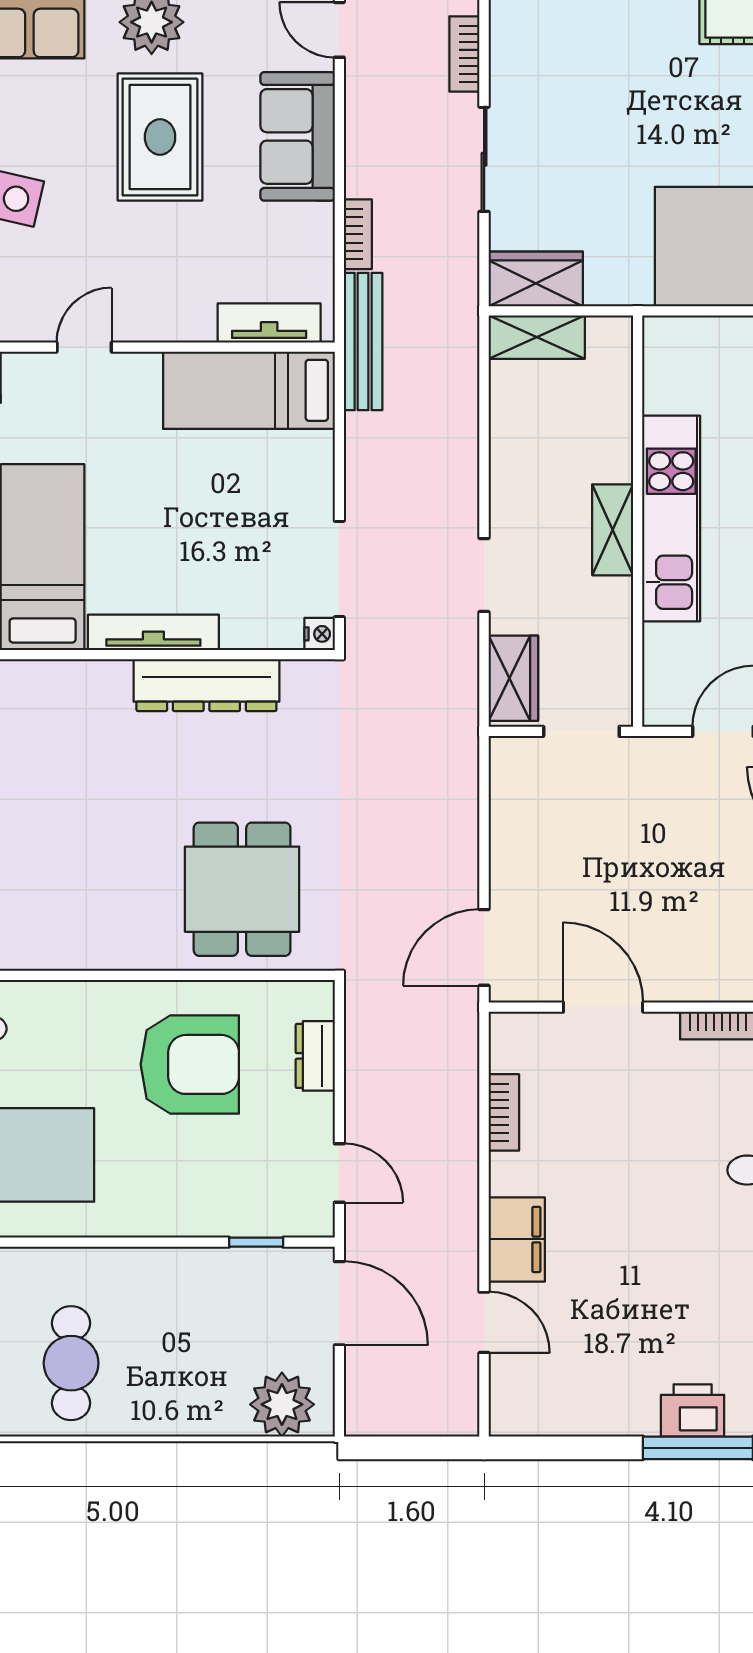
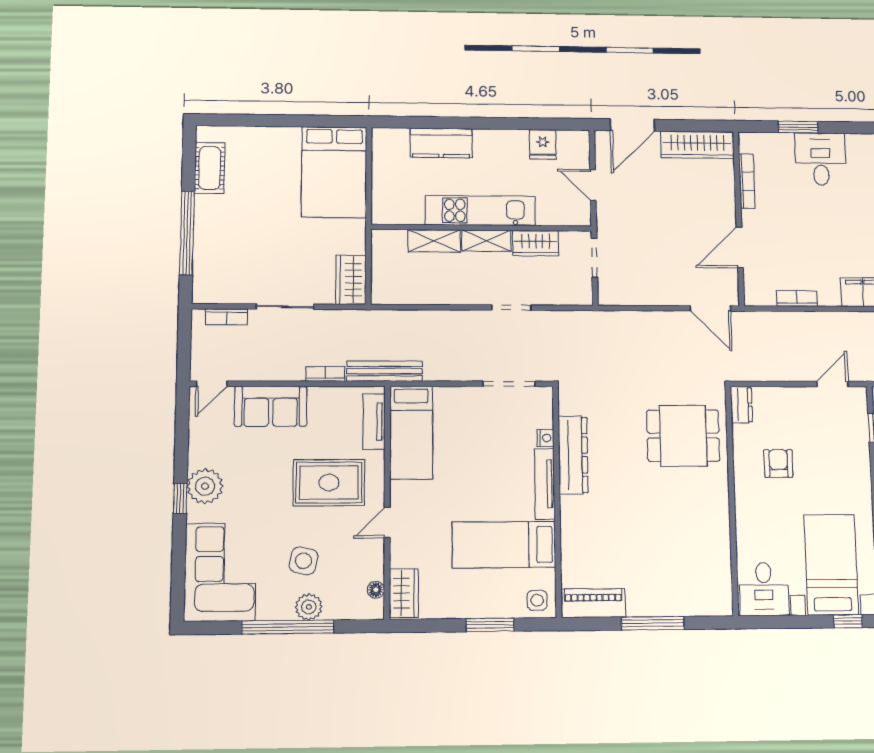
rug: (160, 137) -> (329, 483), moved
shelving: (537, 337) -> (434, 241), moved, turned 90
door: (84, 347) -> (387, 522), hinge flipped
nightstand: (320, 634) -> (545, 438), moved, turned 90
wardrobe: (513, 678) -> (536, 243), moved, turned 180
dresser: (315, 1056) -> (741, 405), moved, turned -90
armchair: (190, 1064) -> (778, 463), width x0.53, depth x0.53

